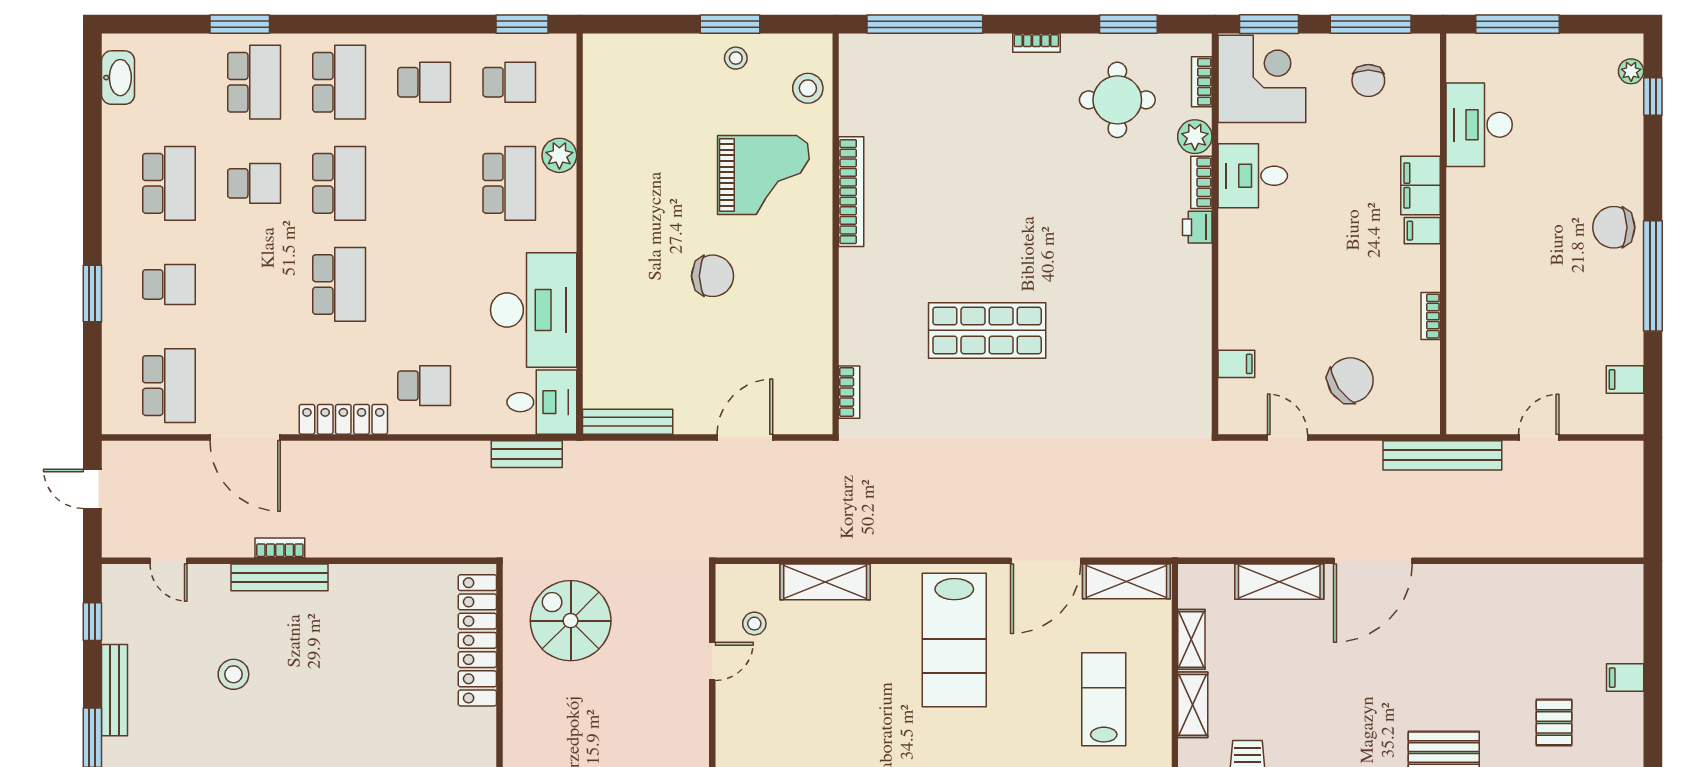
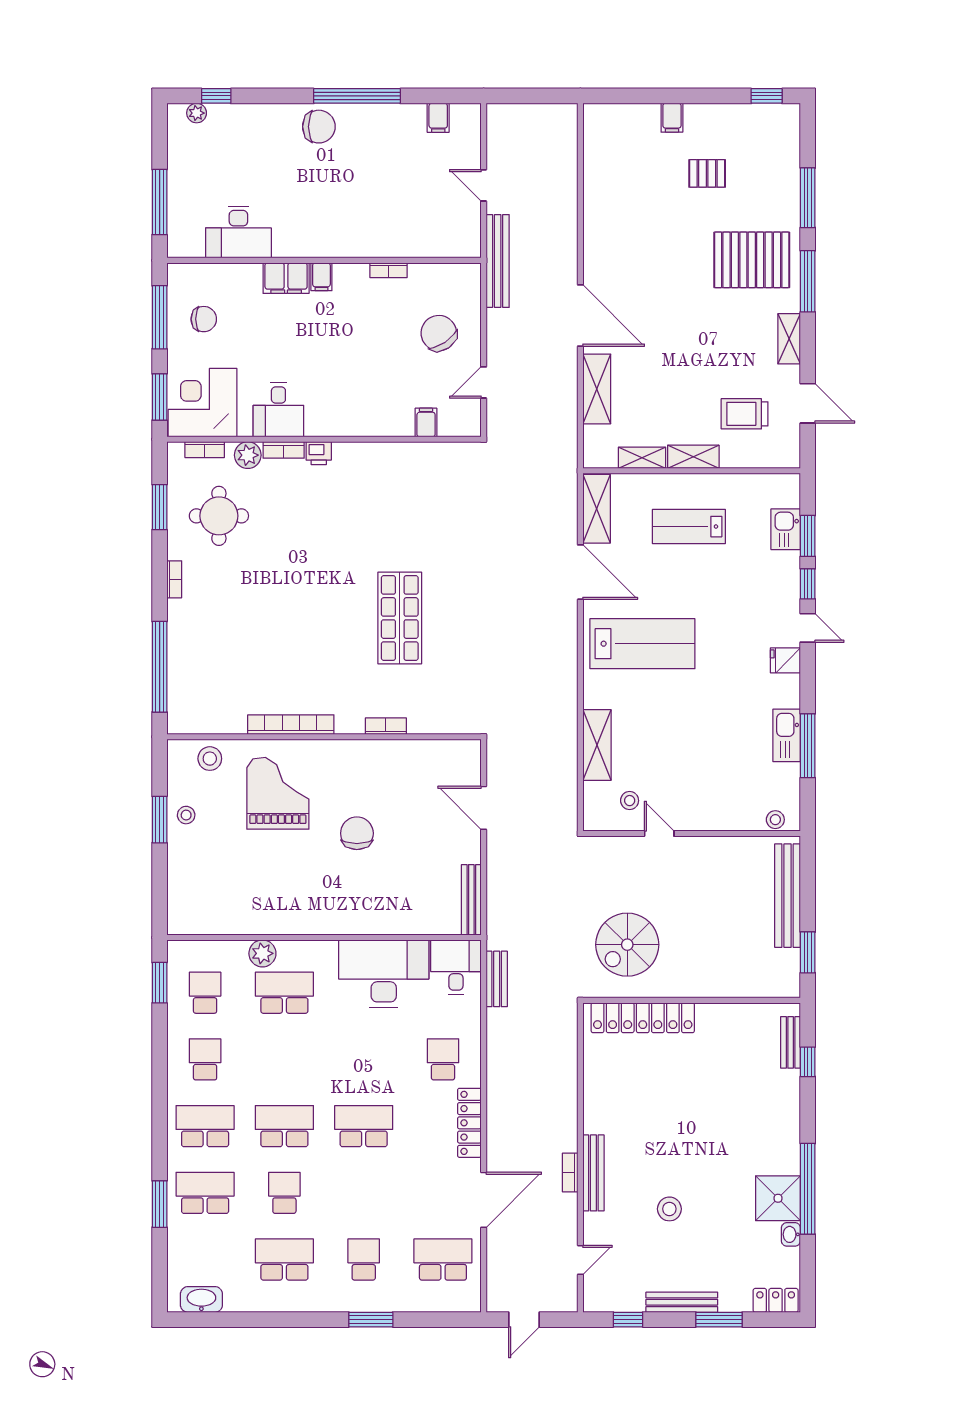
chair: (1614, 227) -> (319, 127), turned -90
bookcase: (849, 392) -> (386, 726), moved

